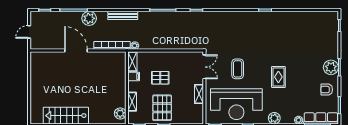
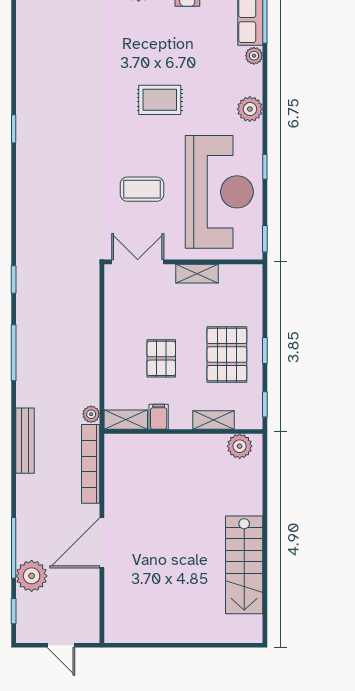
plant: (89, 18) -> (32, 576), moved
pallet: (162, 108) -> (227, 355), turned 90

